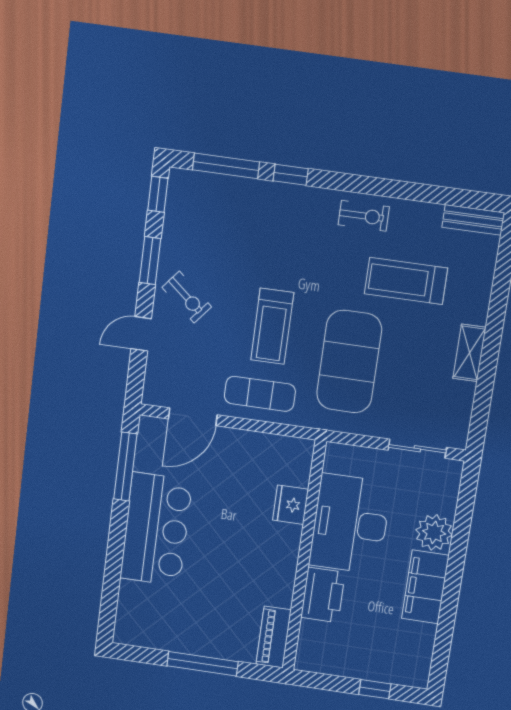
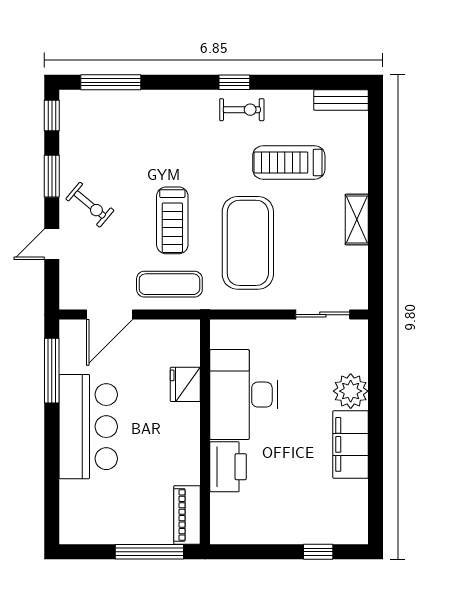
window: (291, 175) -> (234, 82), moved
fridge: (291, 505) -> (185, 384), moved
desk: (350, 524) -> (244, 395), moved
wall: (304, 556) -> (205, 432), moved
printer: (323, 595) -> (228, 467), moved
piano: (274, 637) -> (187, 515), moved

